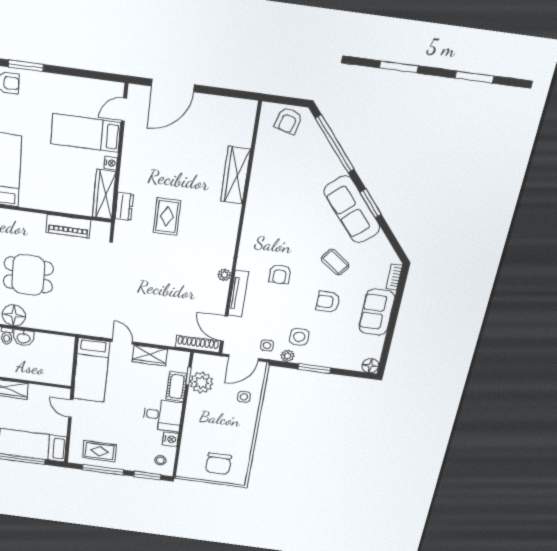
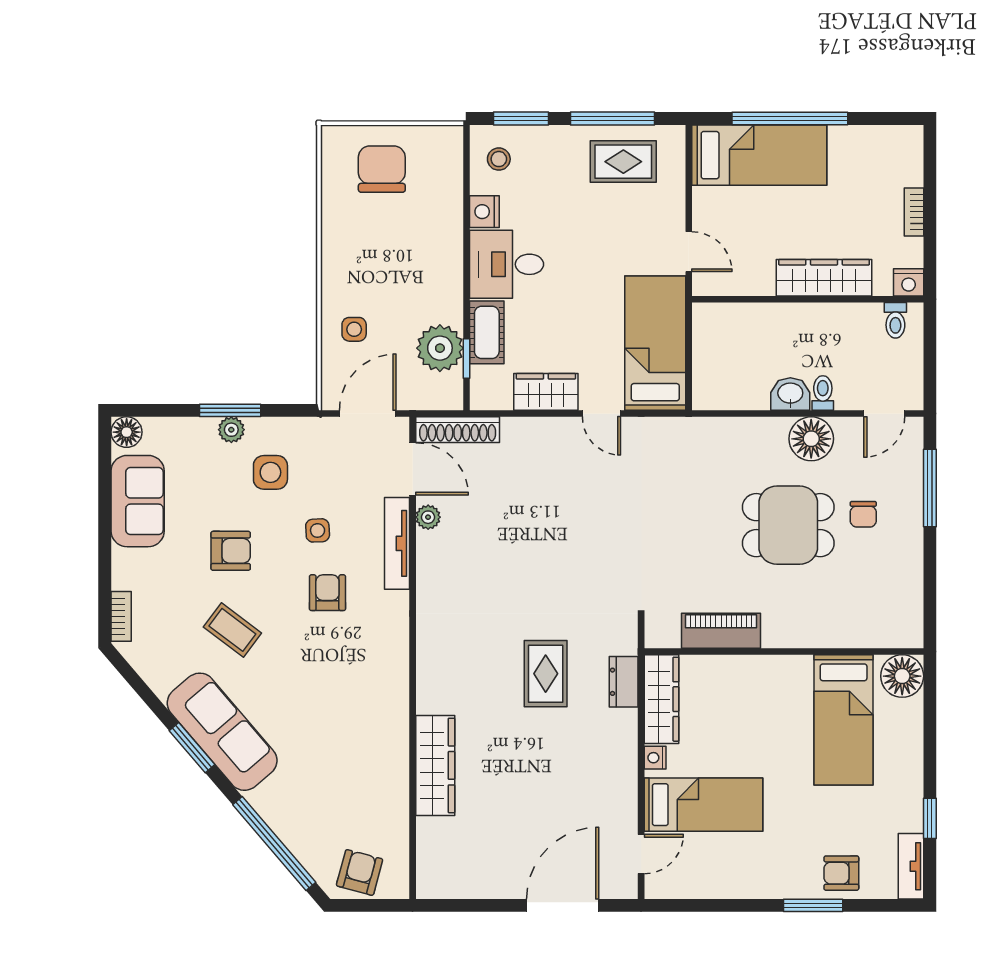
plant: (224, 275) -> (428, 517), moved
sofa: (377, 312) -> (138, 501), moved
side table: (267, 345) -> (318, 530), moved
plant: (287, 356) -> (231, 430), moved

